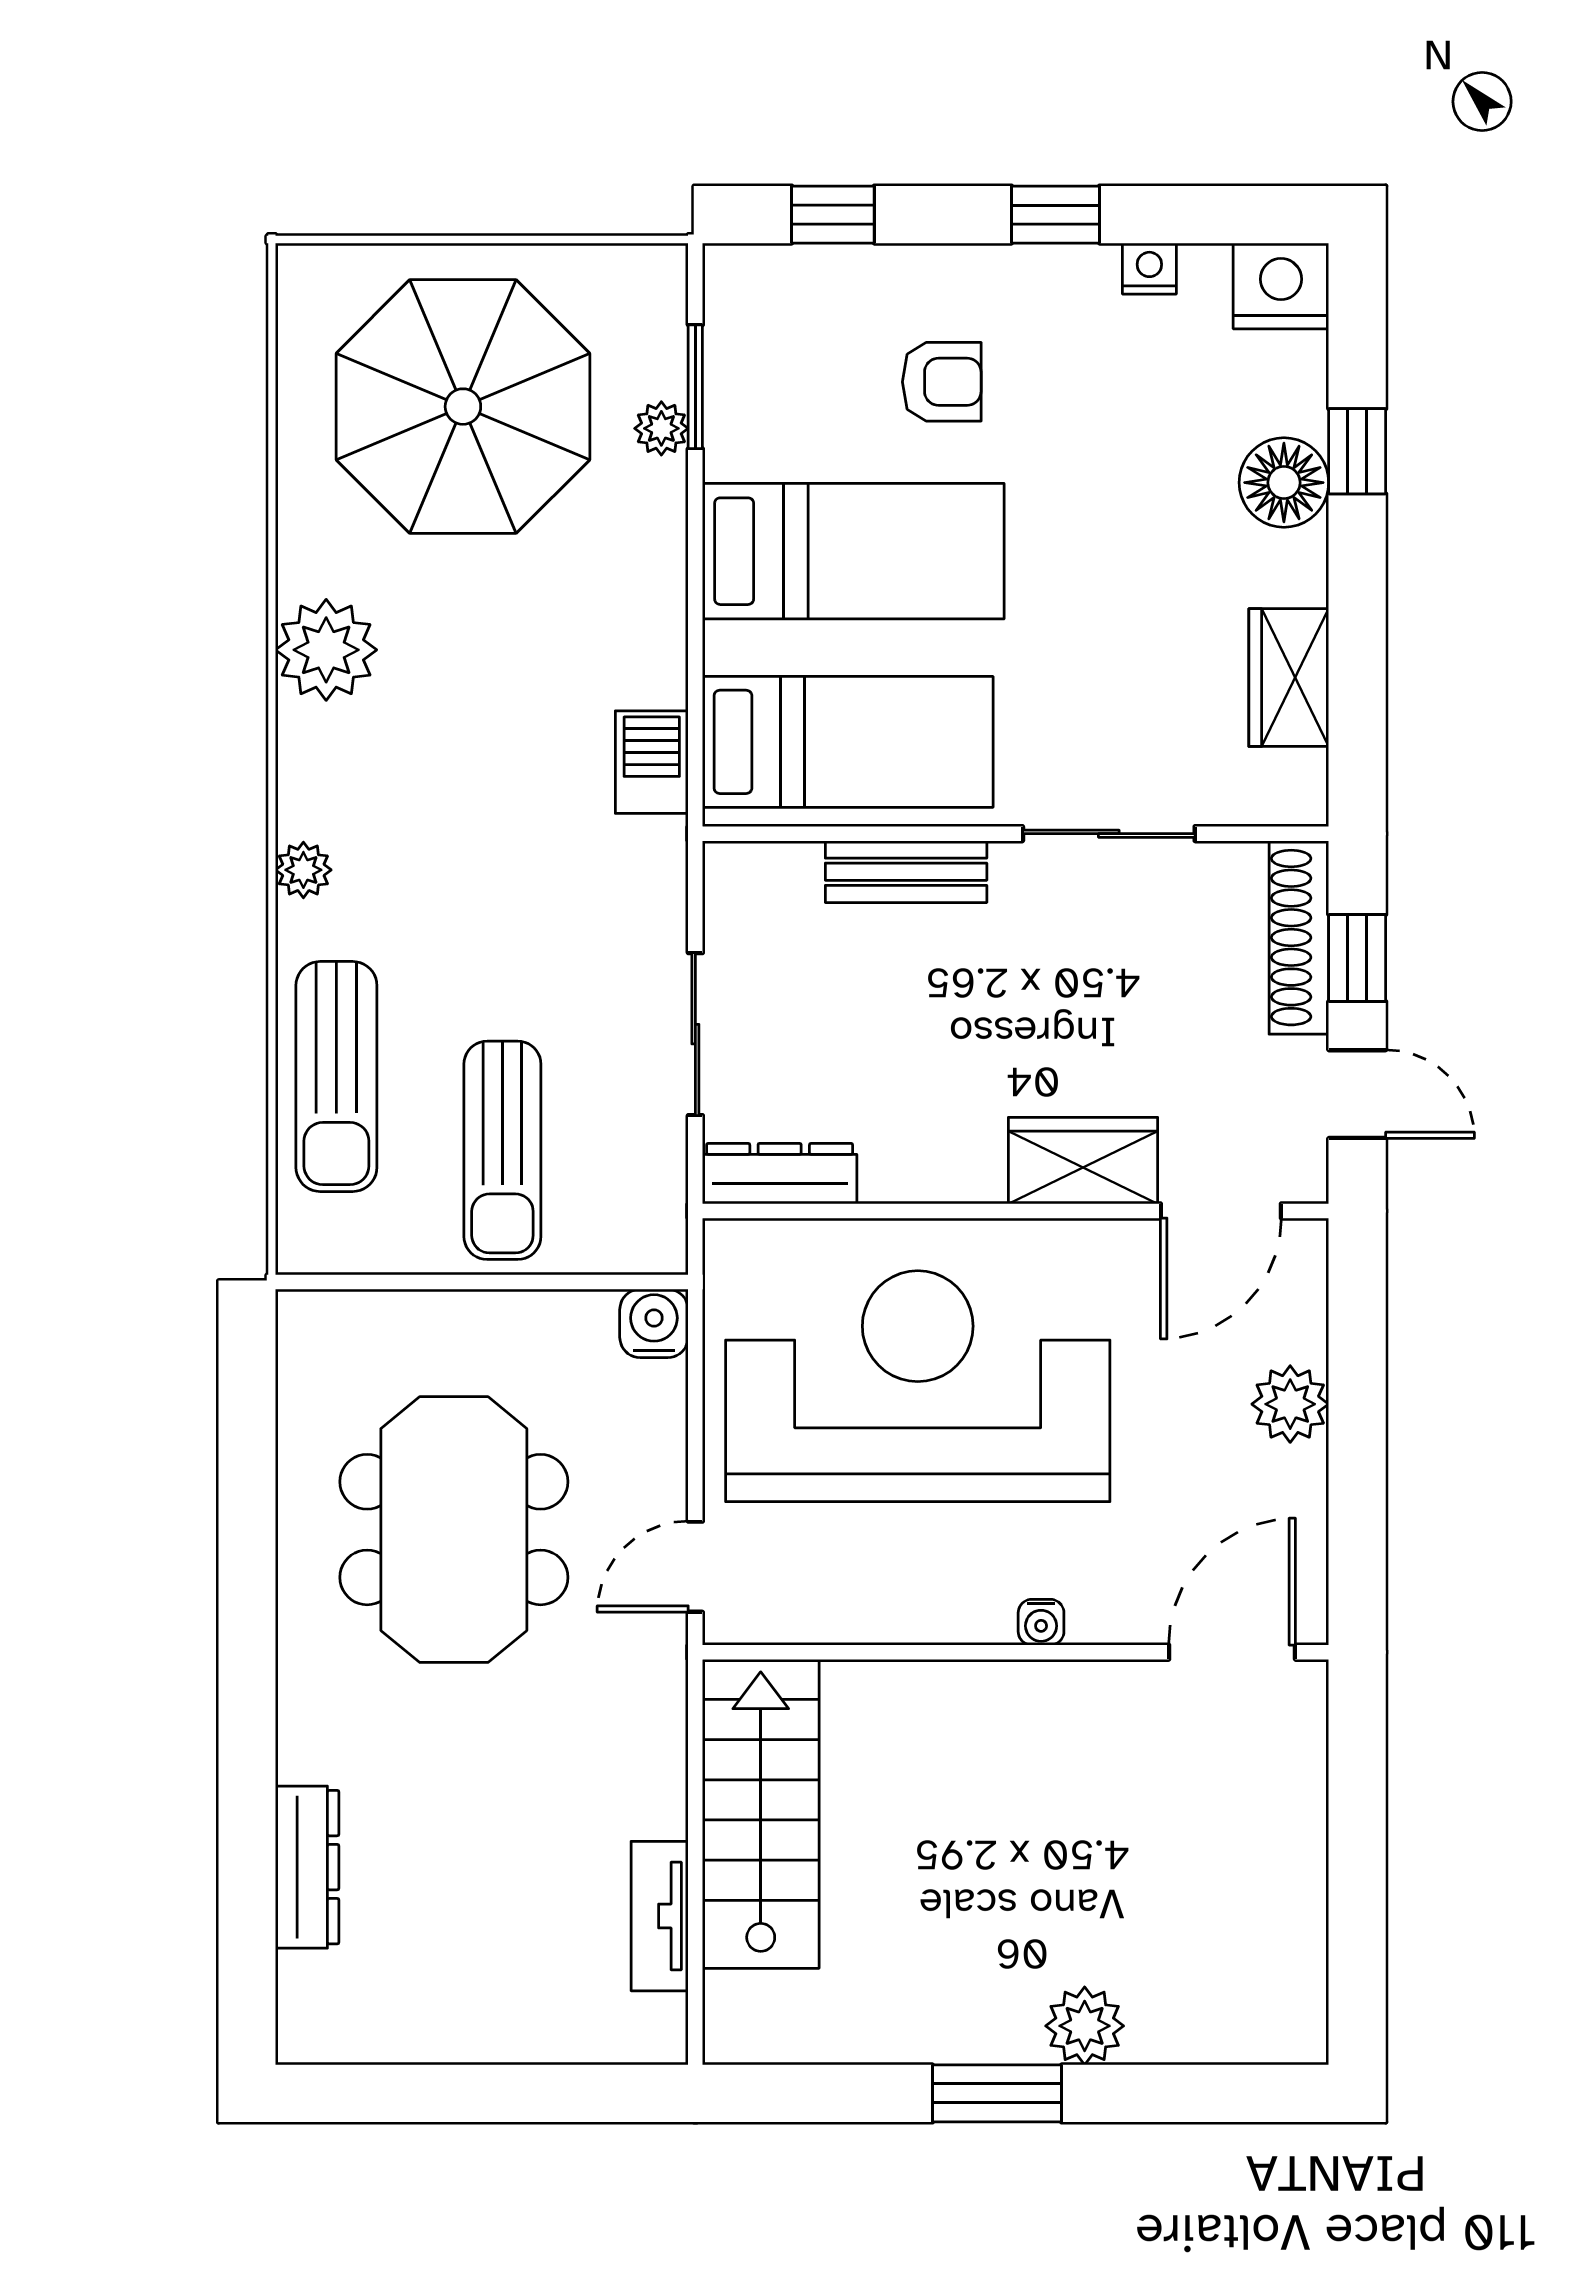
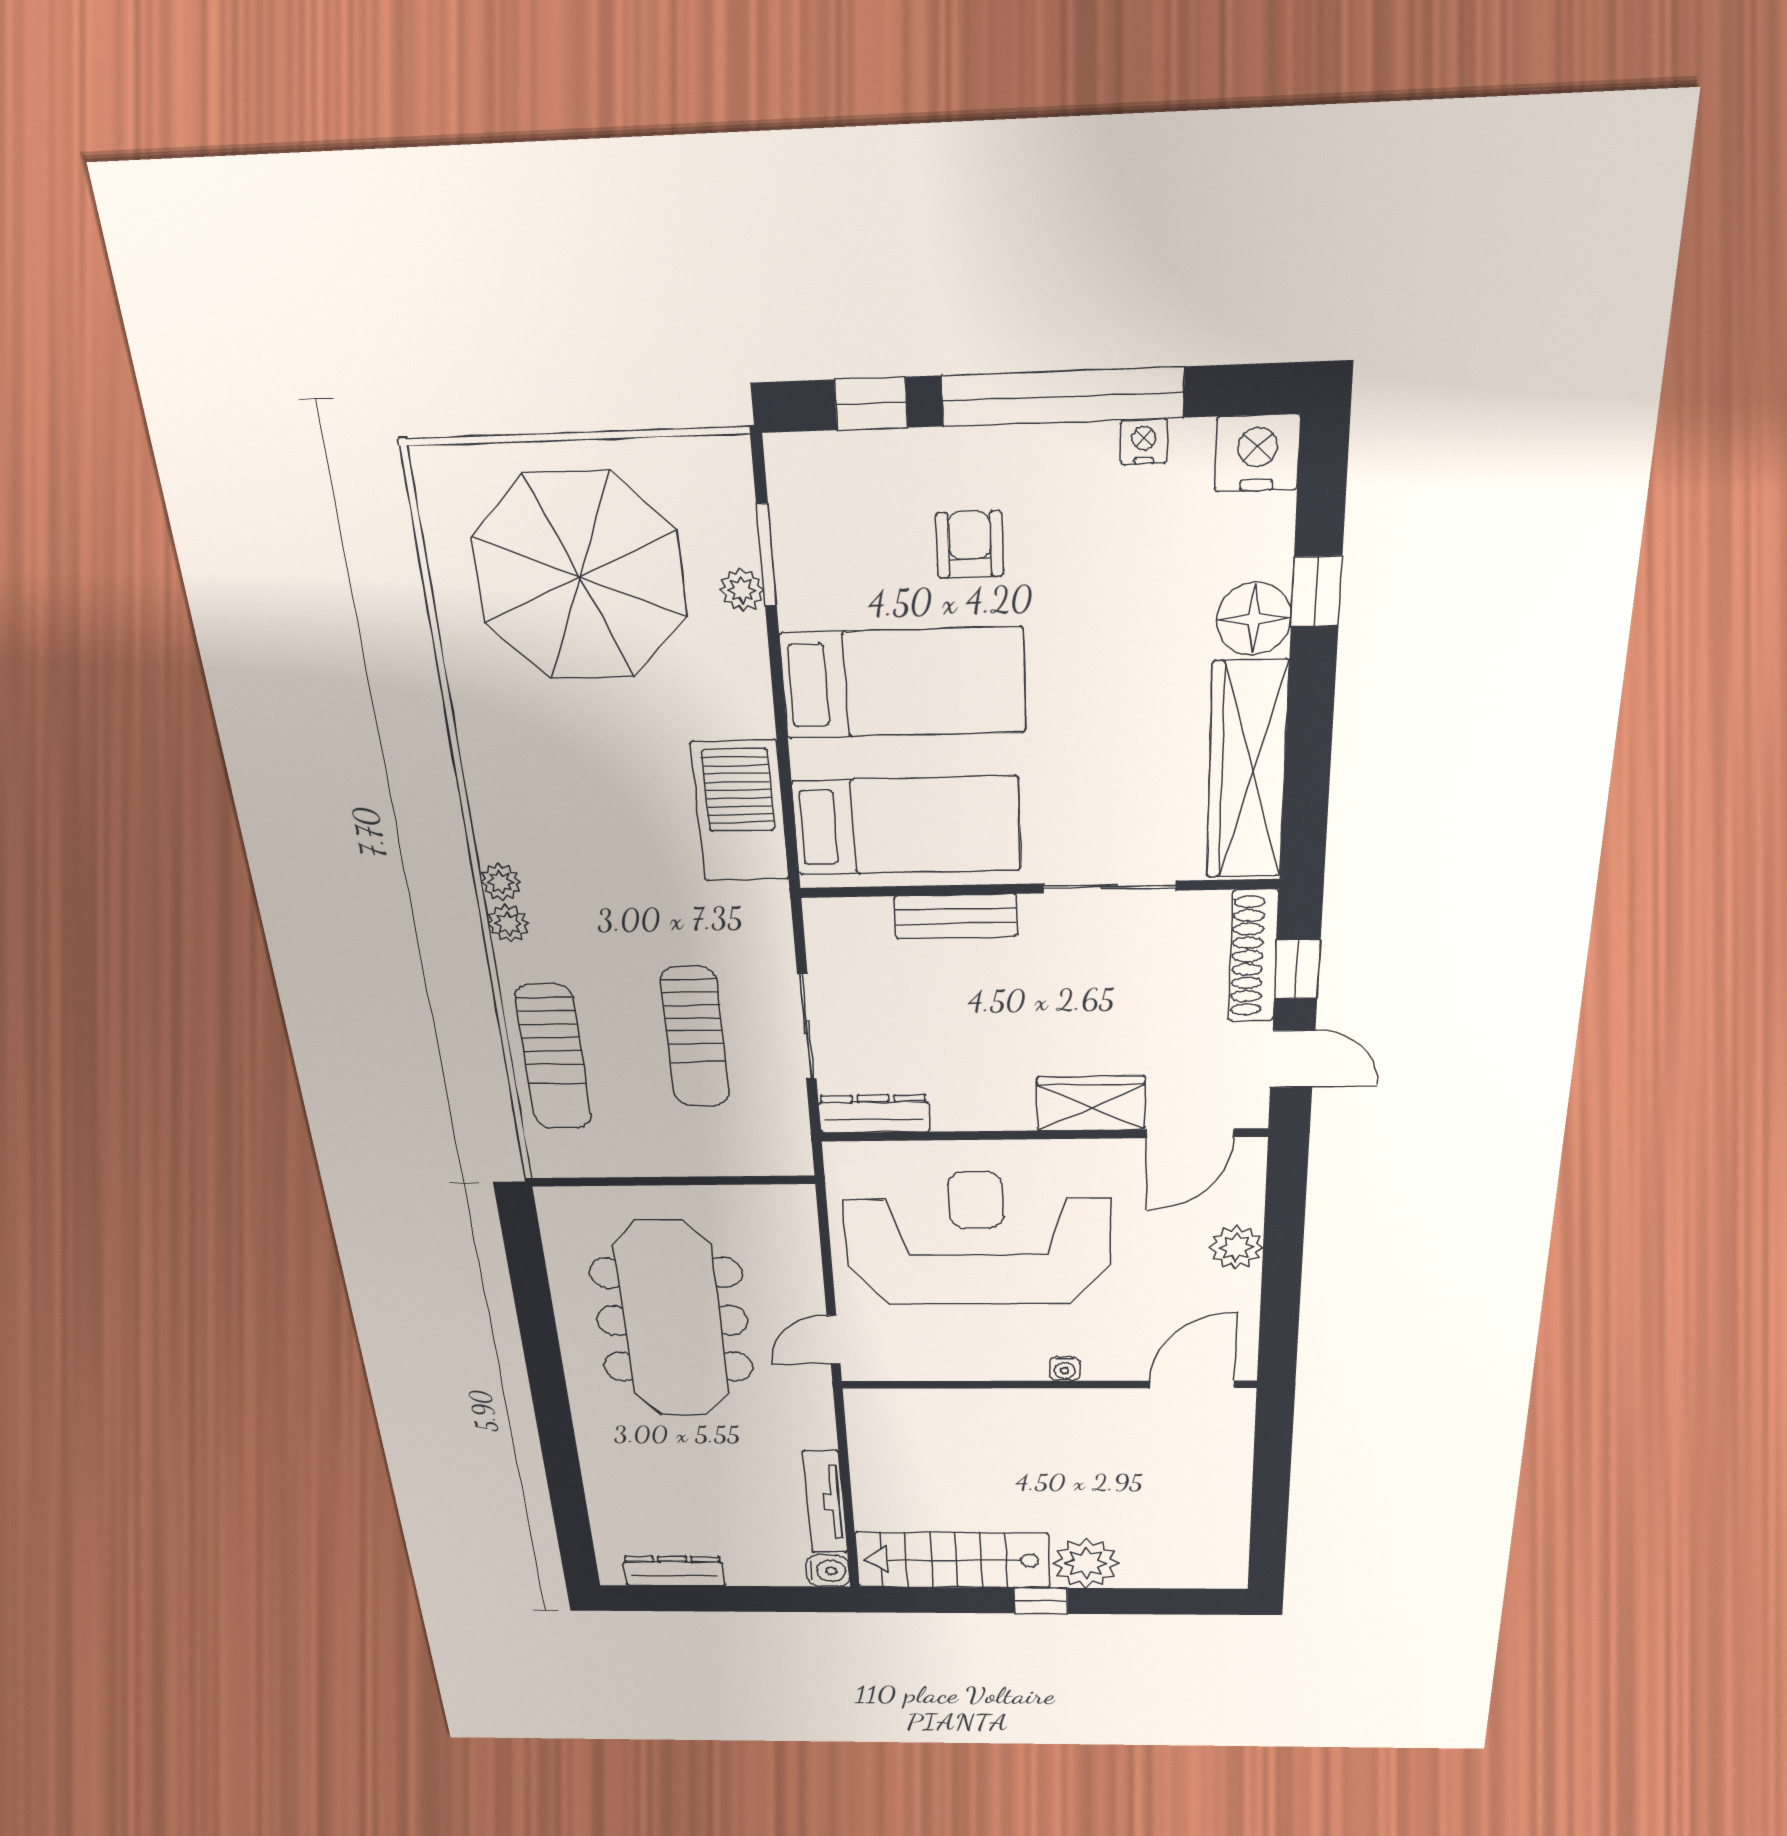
window: (1055, 215) -> (1063, 397), width x3.17
armchair: (942, 382) -> (970, 545), turned -90
plant: (326, 650) -> (501, 882), moved, width x0.53, depth x0.53
wardrobe: (1289, 678) -> (1247, 771), width x2.10, depth x1.17
barbecue: (652, 762) -> (740, 811), width x1.88, depth x1.53
sun lounger: (502, 1150) -> (695, 1037), moved
water cooler: (654, 1323) -> (828, 1571), moved, turned 90
meeting table: (454, 1530) -> (672, 1320), width x1.36
stairs: (761, 1814) -> (953, 1560), moved, turned -90
dresser: (307, 1867) -> (674, 1571), moved, turned -90
tv unit: (660, 1916) -> (825, 1502), width x1.41
plant: (1085, 2026) -> (1086, 1563), width x1.36, depth x1.36
window: (997, 2093) -> (1041, 1601), width x0.67

